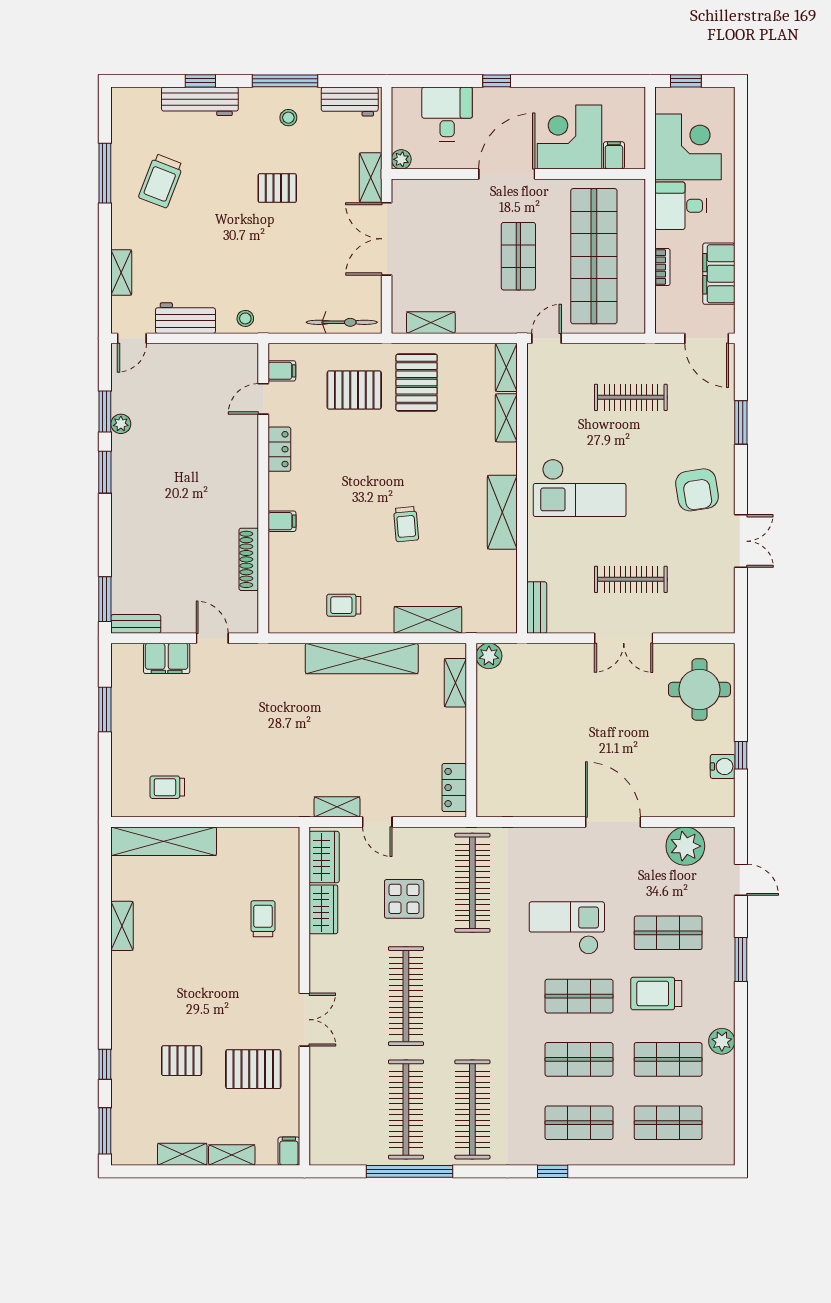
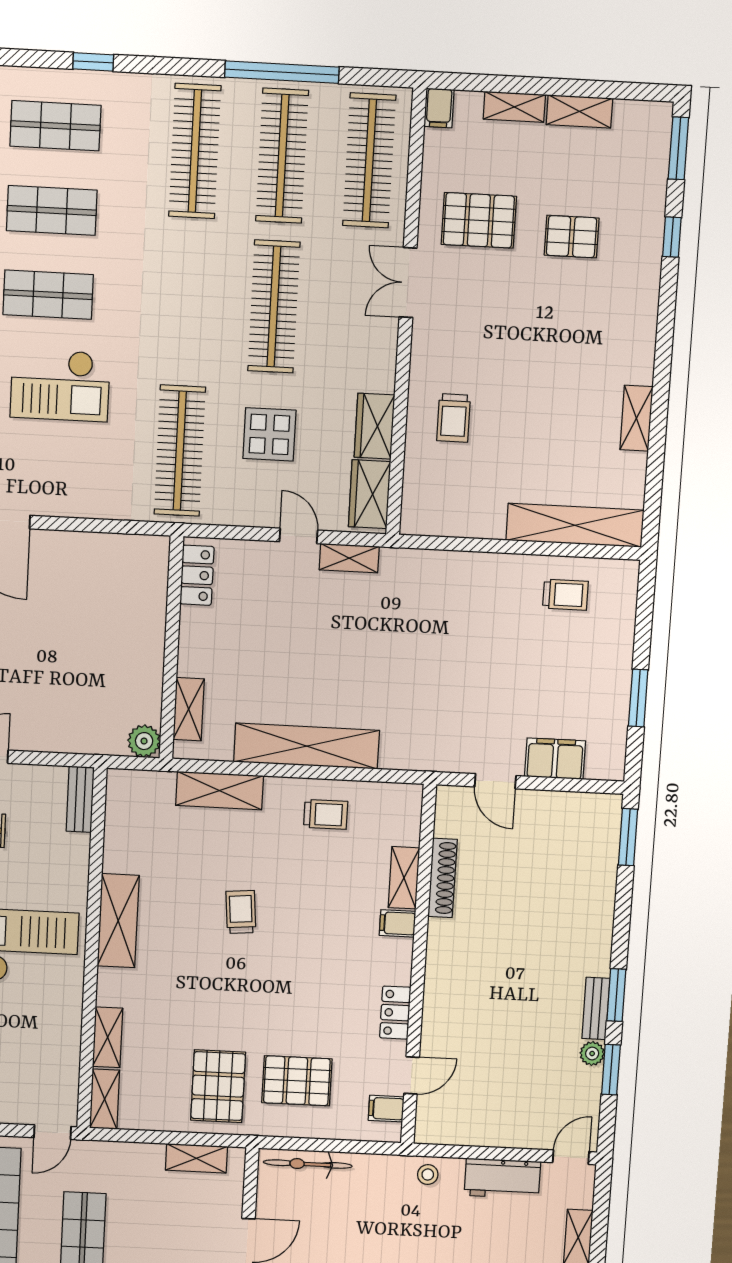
shelving: (279, 558) -> (404, 878), added
bench: (136, 624) -> (596, 1008), moved, turned 90
clothes rail: (339, 1109) -> (369, 160), added

